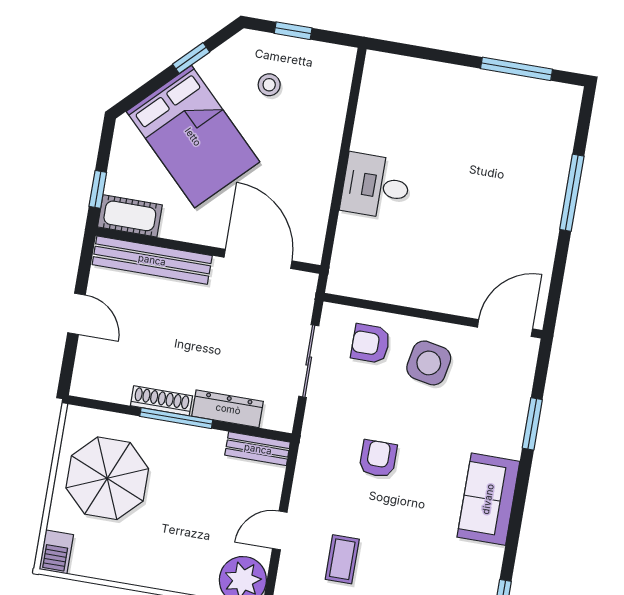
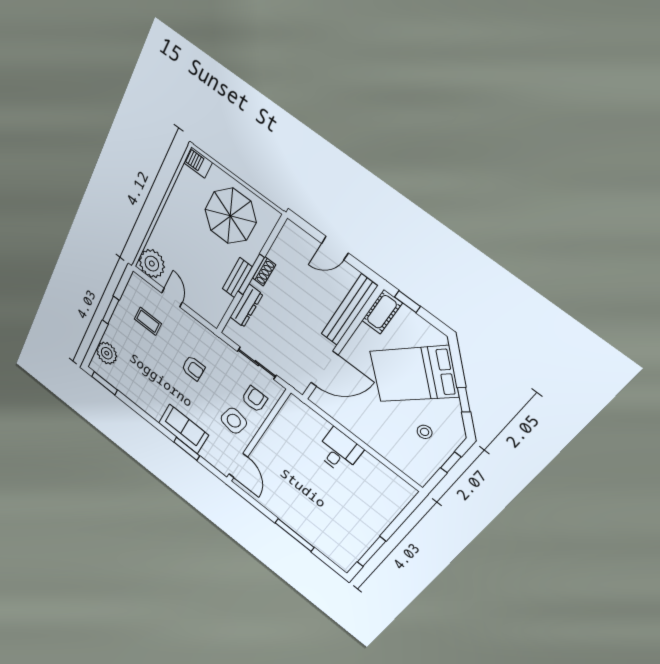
shoe rack: (161, 401) -> (264, 271), width x0.70
bench: (258, 449) -> (237, 278), moved
sofa: (488, 499) -> (183, 429), moved

